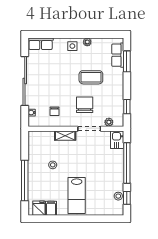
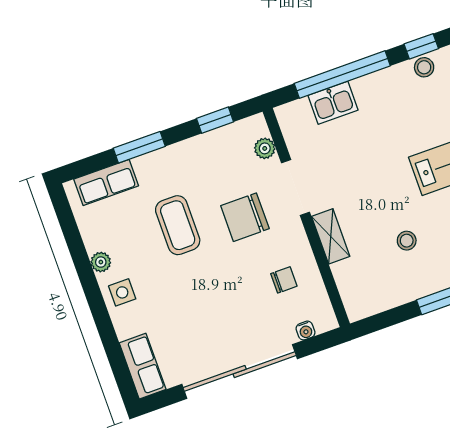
window: (127, 61) -> (139, 147), moved
kitchen sink: (117, 140) -> (333, 103), moved

